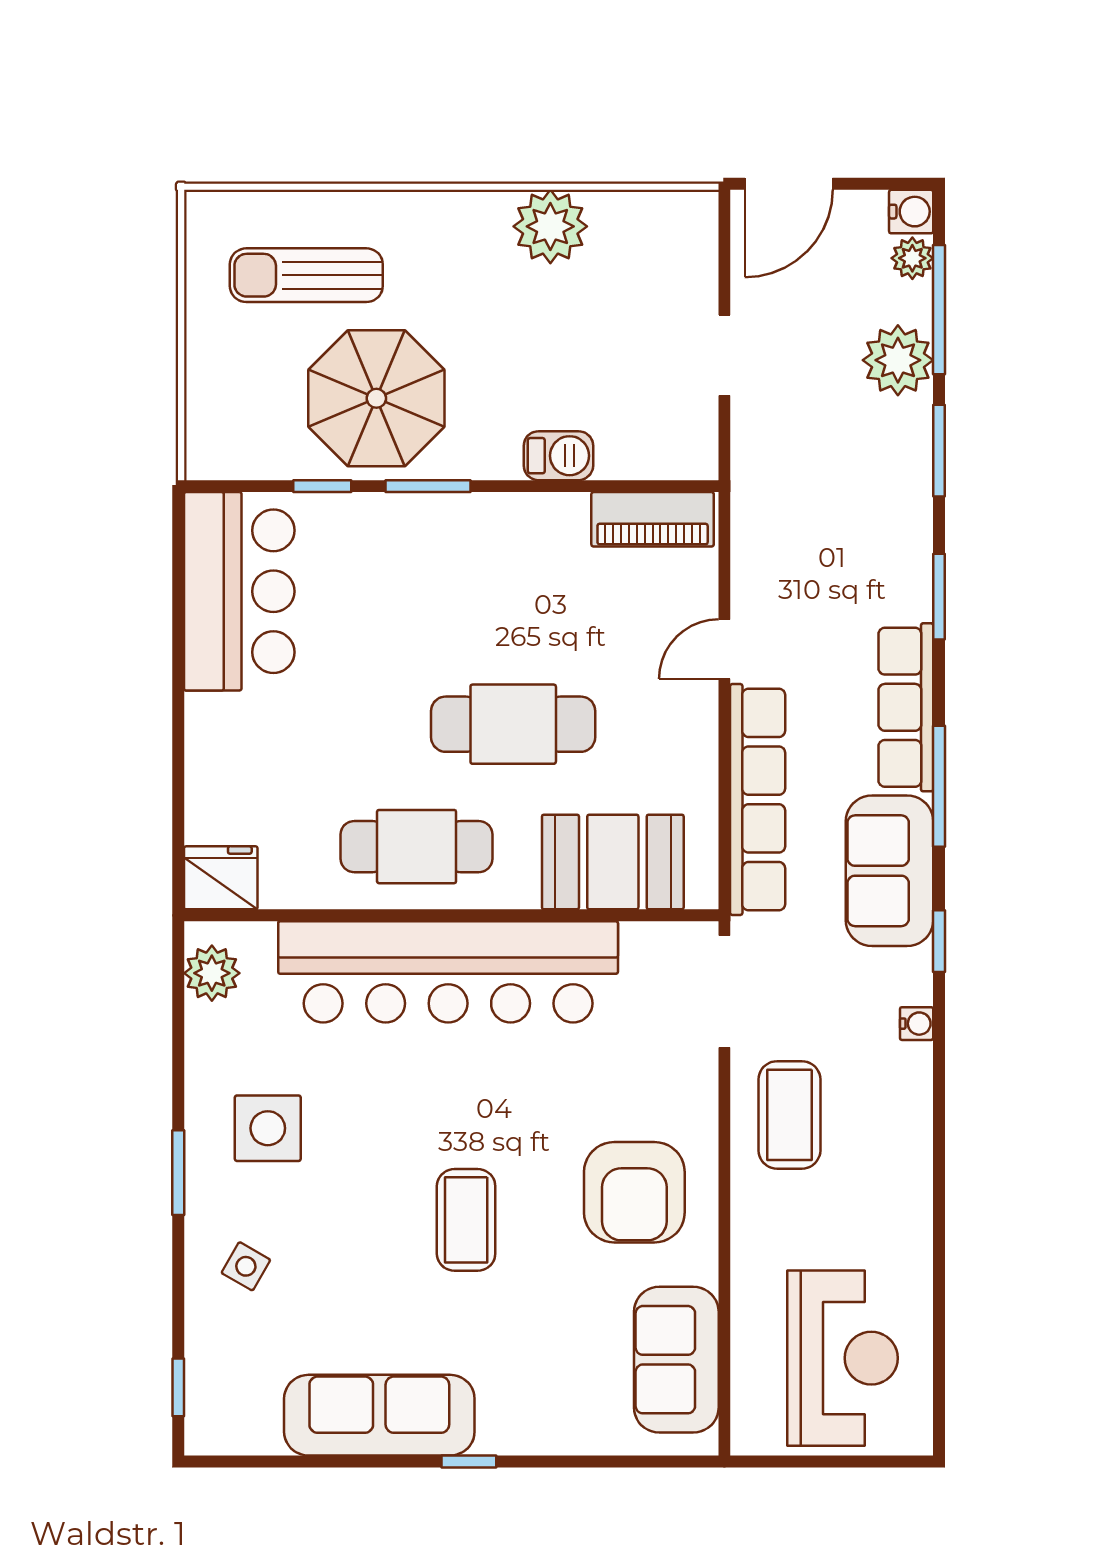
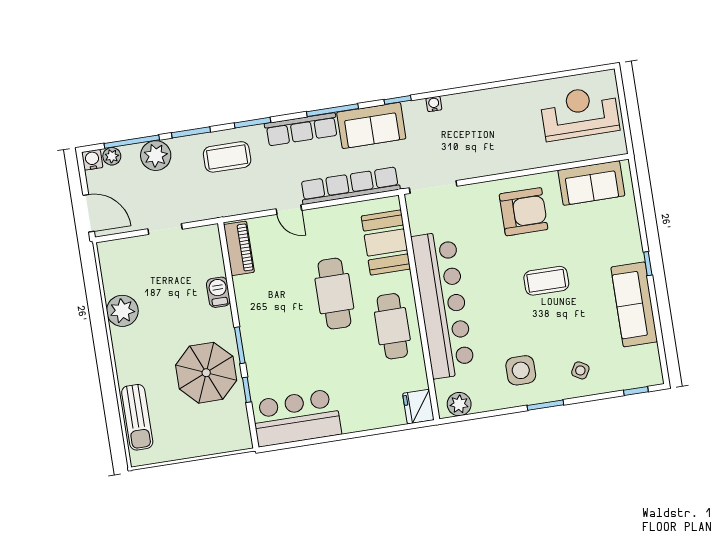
sun lounger: (306, 275) -> (137, 417), moved
coffee table: (789, 1115) -> (227, 157), moved

